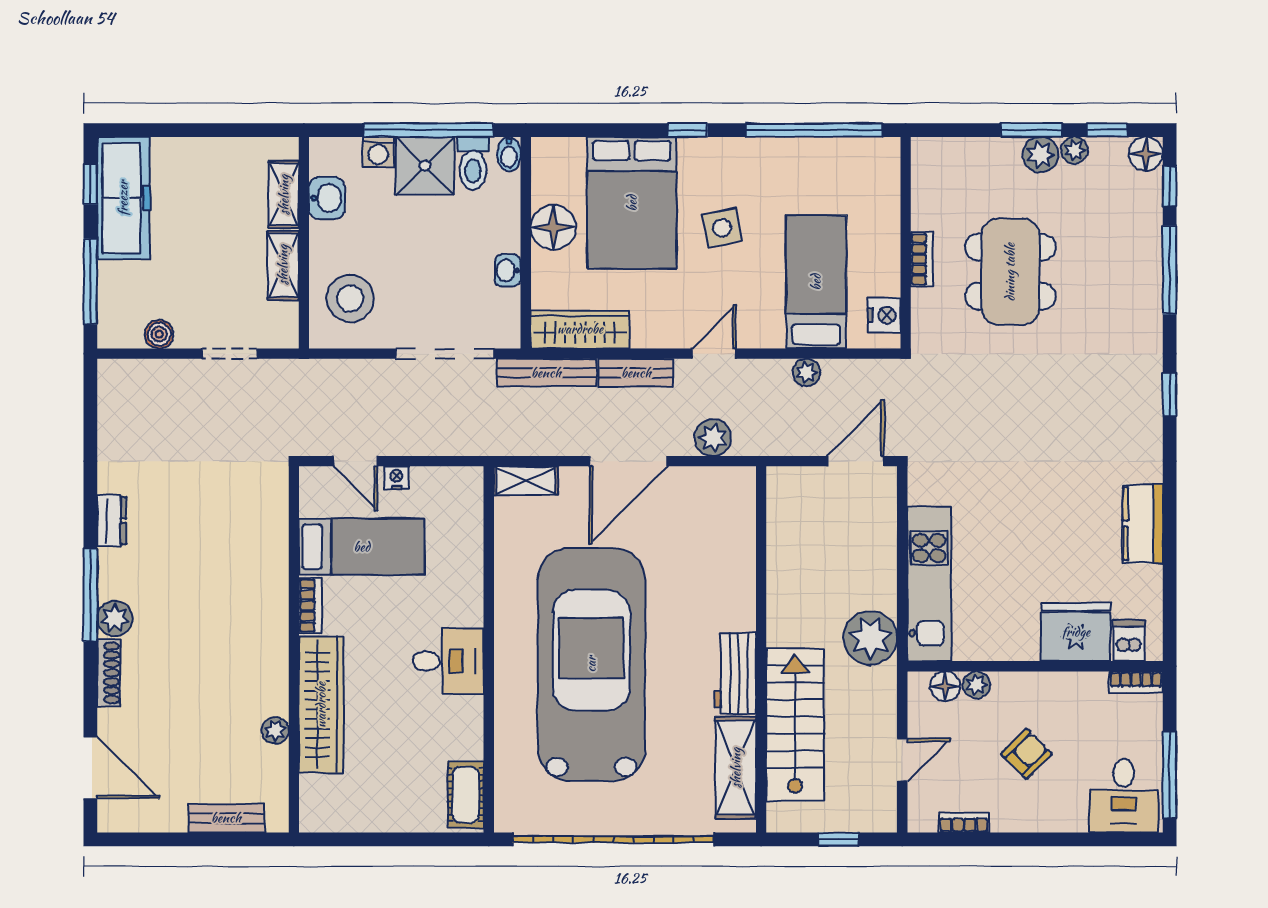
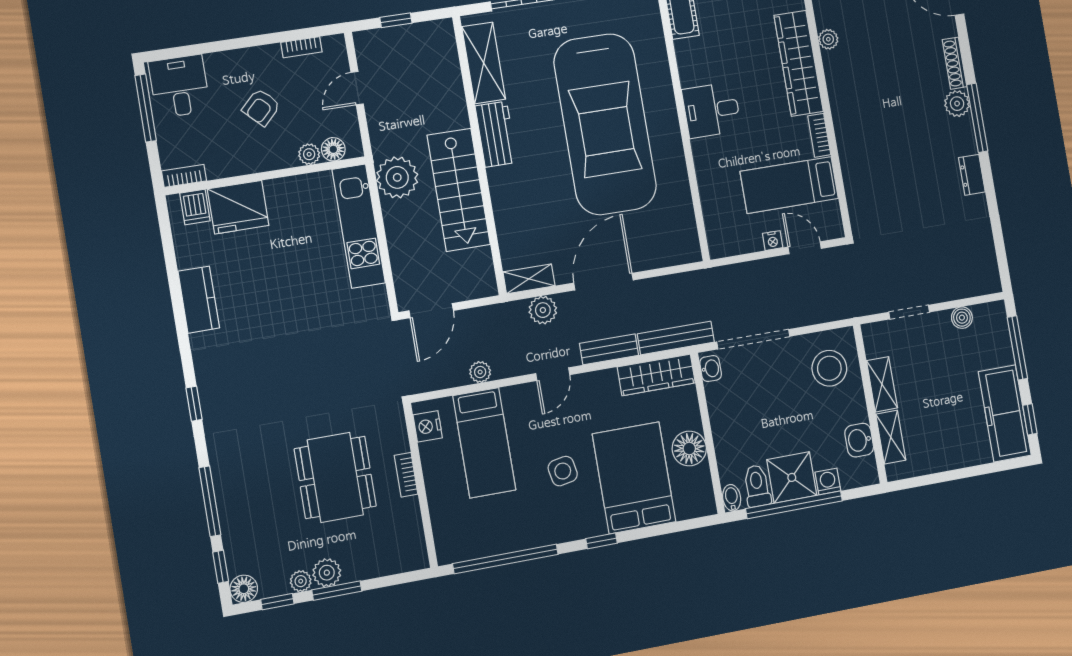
washbasin: (508, 270) -> (711, 369), moved
shelving: (526, 481) -> (529, 279), moved
stairs: (795, 725) -> (459, 190), moved

